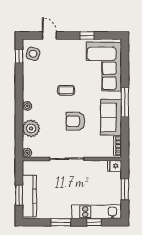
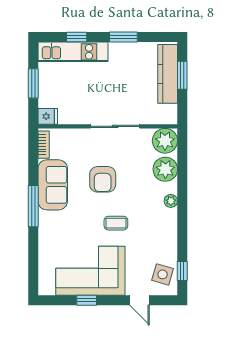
corner sofa: (104, 67) -> (90, 271), moved, turned -90
armchair: (76, 121) -> (103, 179), turned 90
plant: (27, 153) -> (165, 141), width x1.88, depth x1.88

